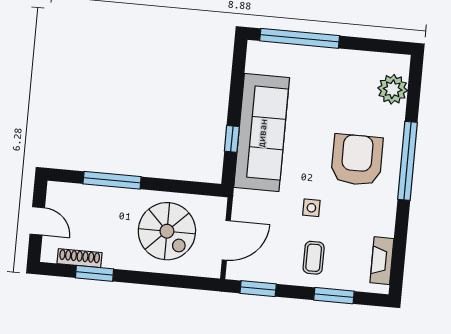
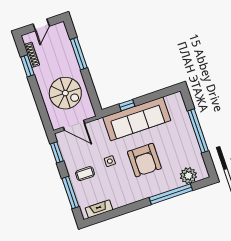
window: (300, 38) -> (198, 131), moved
armchair: (357, 160) -> (144, 160), moved, turned 90
window: (407, 161) -> (171, 194), moved
spiral stairs: (167, 231) -> (65, 93), turned -90
window: (334, 296) -> (70, 192), width x1.44

